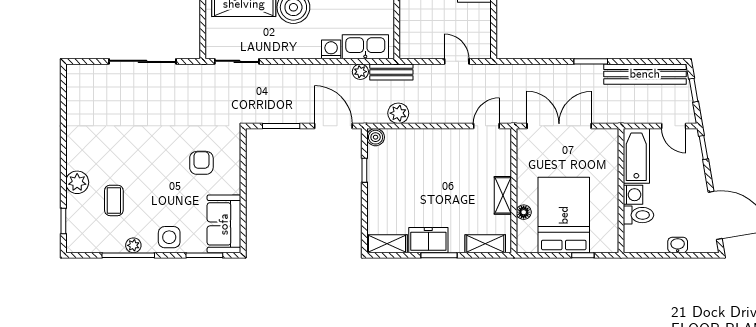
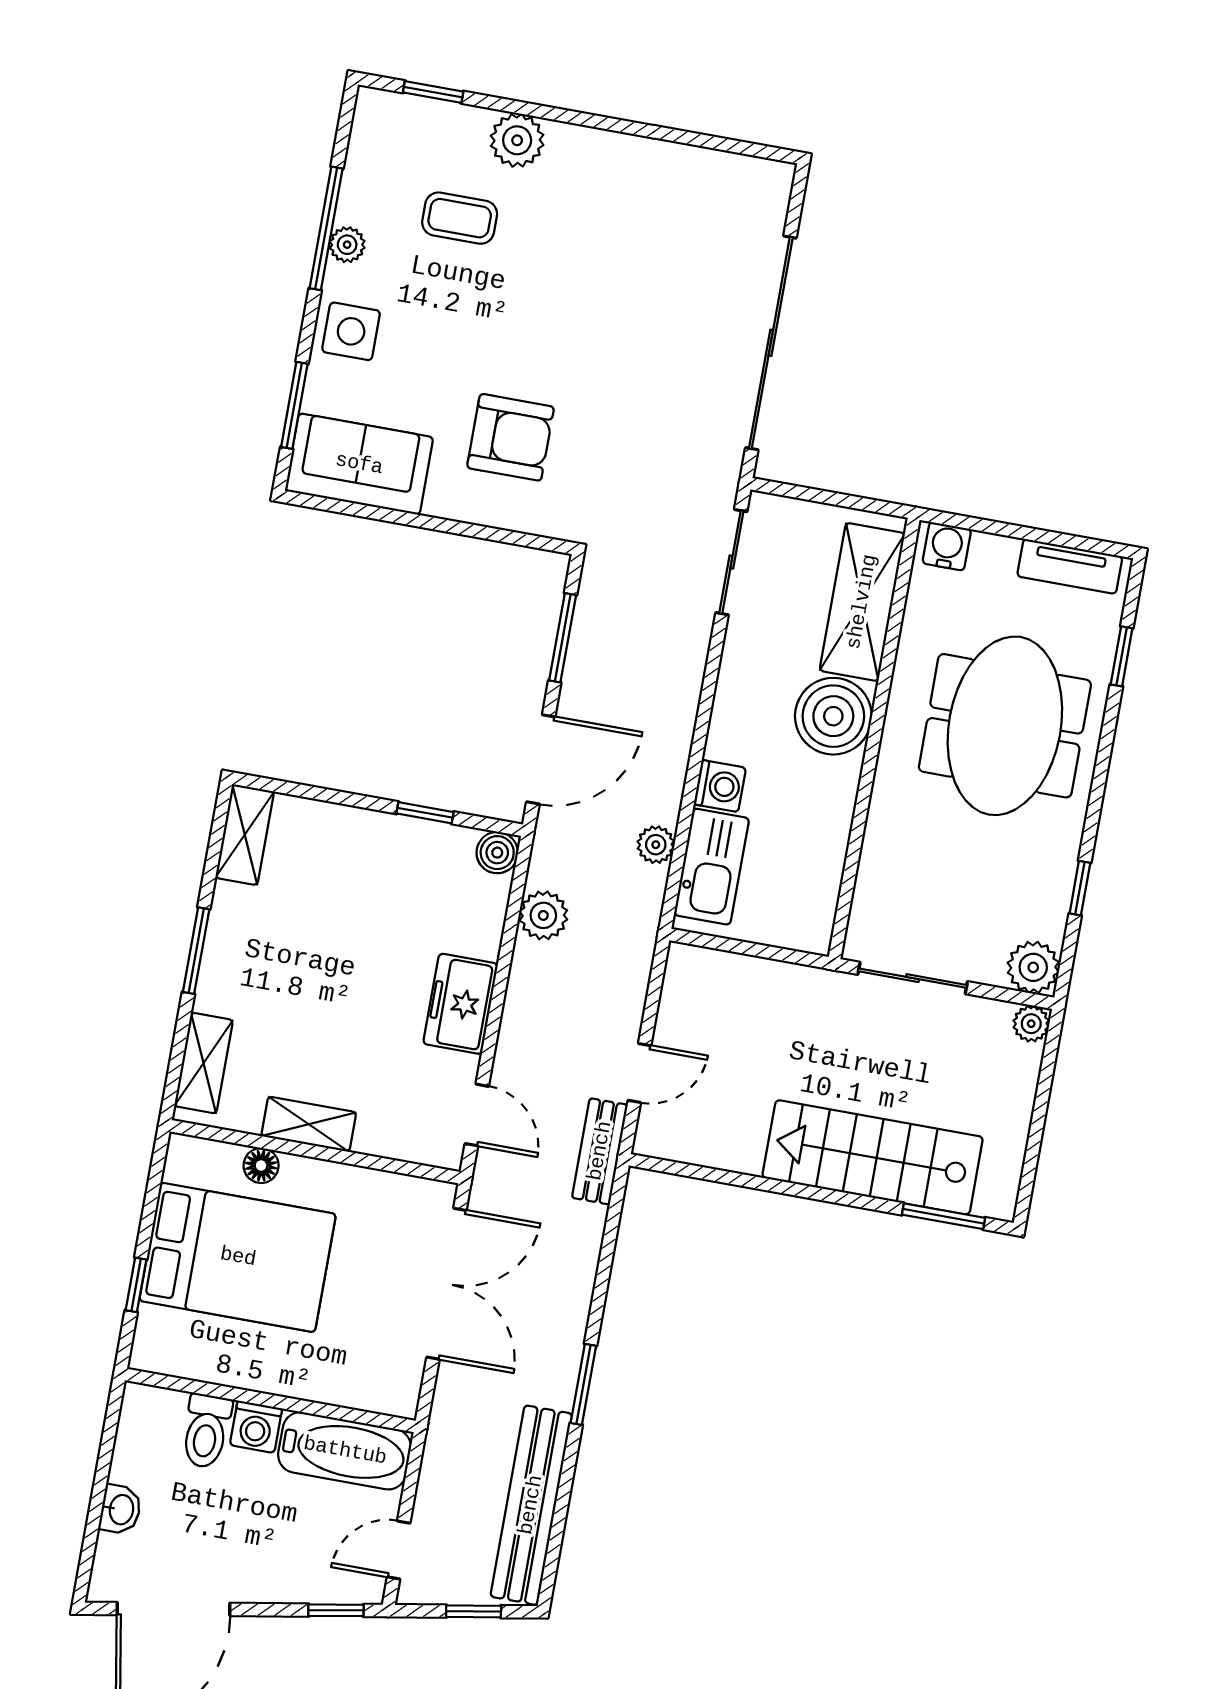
sliding door: (143, 61) -> (771, 343), width x1.36
bench: (391, 72) -> (600, 1151), moved
armchair: (201, 163) -> (511, 437), width x1.38, depth x1.38
freezer: (428, 240) -> (461, 1004), moved, turned 180

